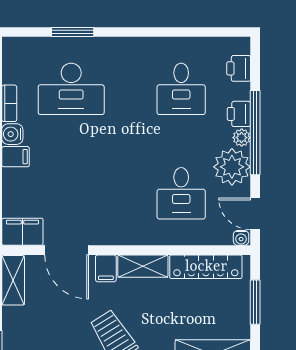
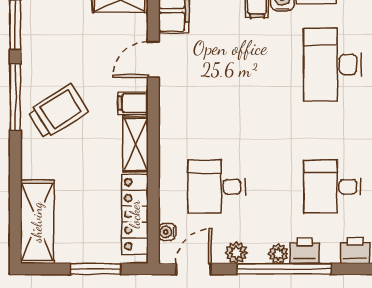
plant: (232, 167) -> (236, 253), width x0.53, depth x0.53
water cooler: (241, 238) -> (167, 232), moved
door: (67, 250) -> (153, 60), width x0.73

